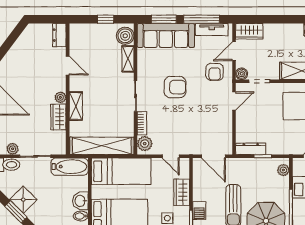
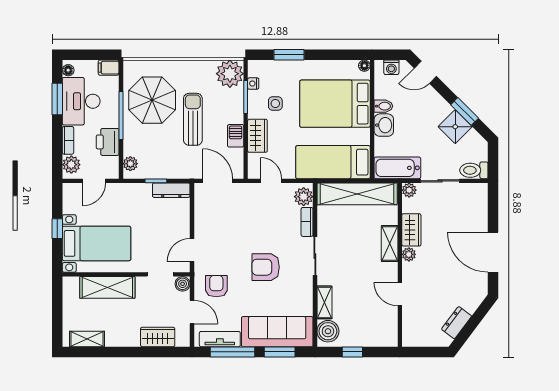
wardrobe: (249, 31) -> (158, 337), moved
dresser: (59, 35) -> (457, 323), moved, turned -143
door: (234, 51) -> (192, 312), hinge flipped
plant: (13, 149) -> (409, 190), moved
barbecue: (199, 211) -> (236, 136), moved

